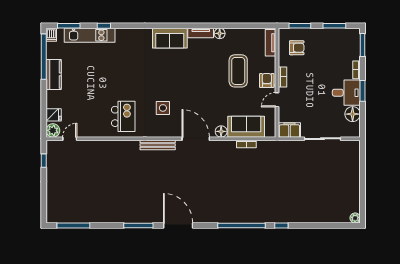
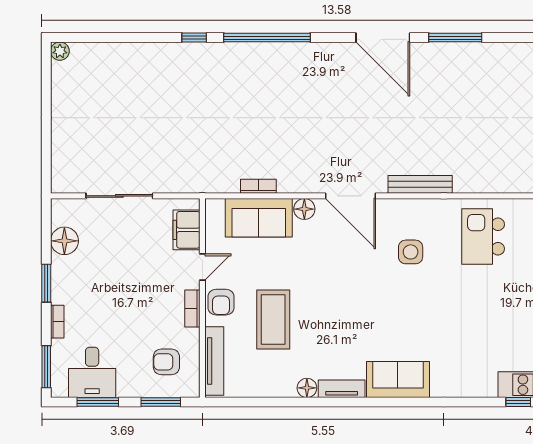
tv unit: (270, 43) -> (214, 361), width x1.41
desk: (346, 93) -> (92, 372), moved, turned -90
filing cabinet: (289, 130) -> (186, 230), moved, turned 90

